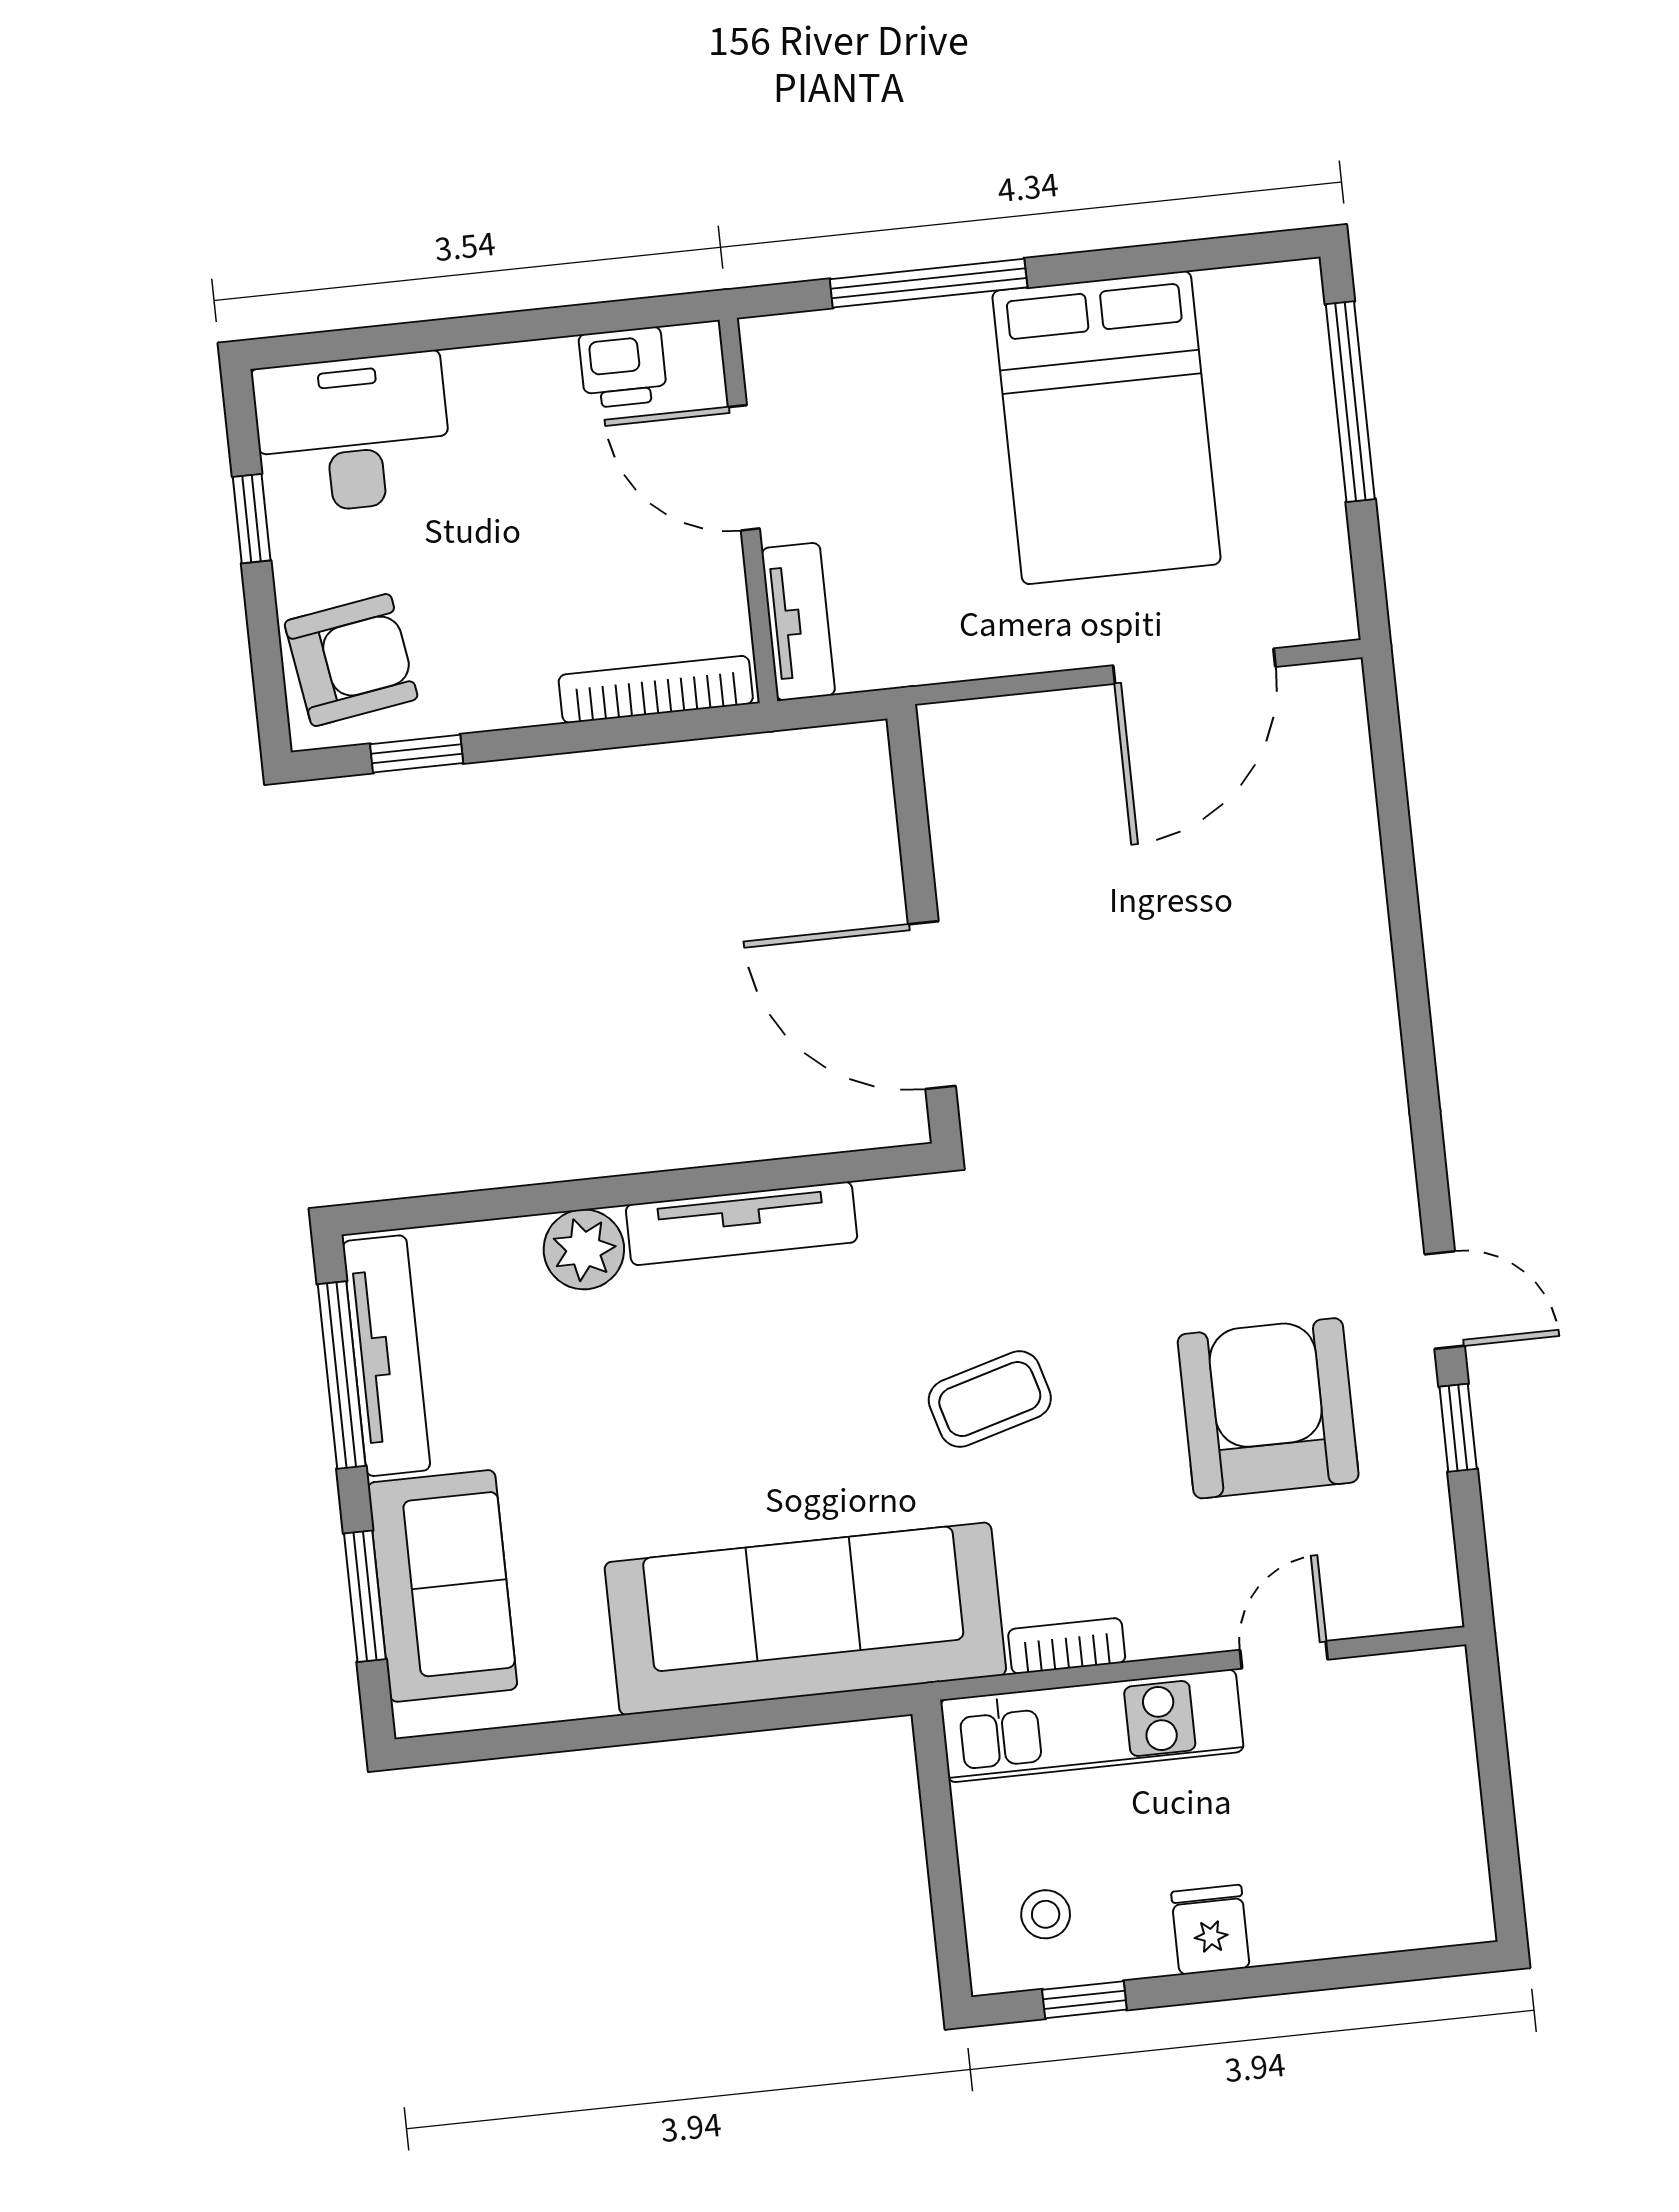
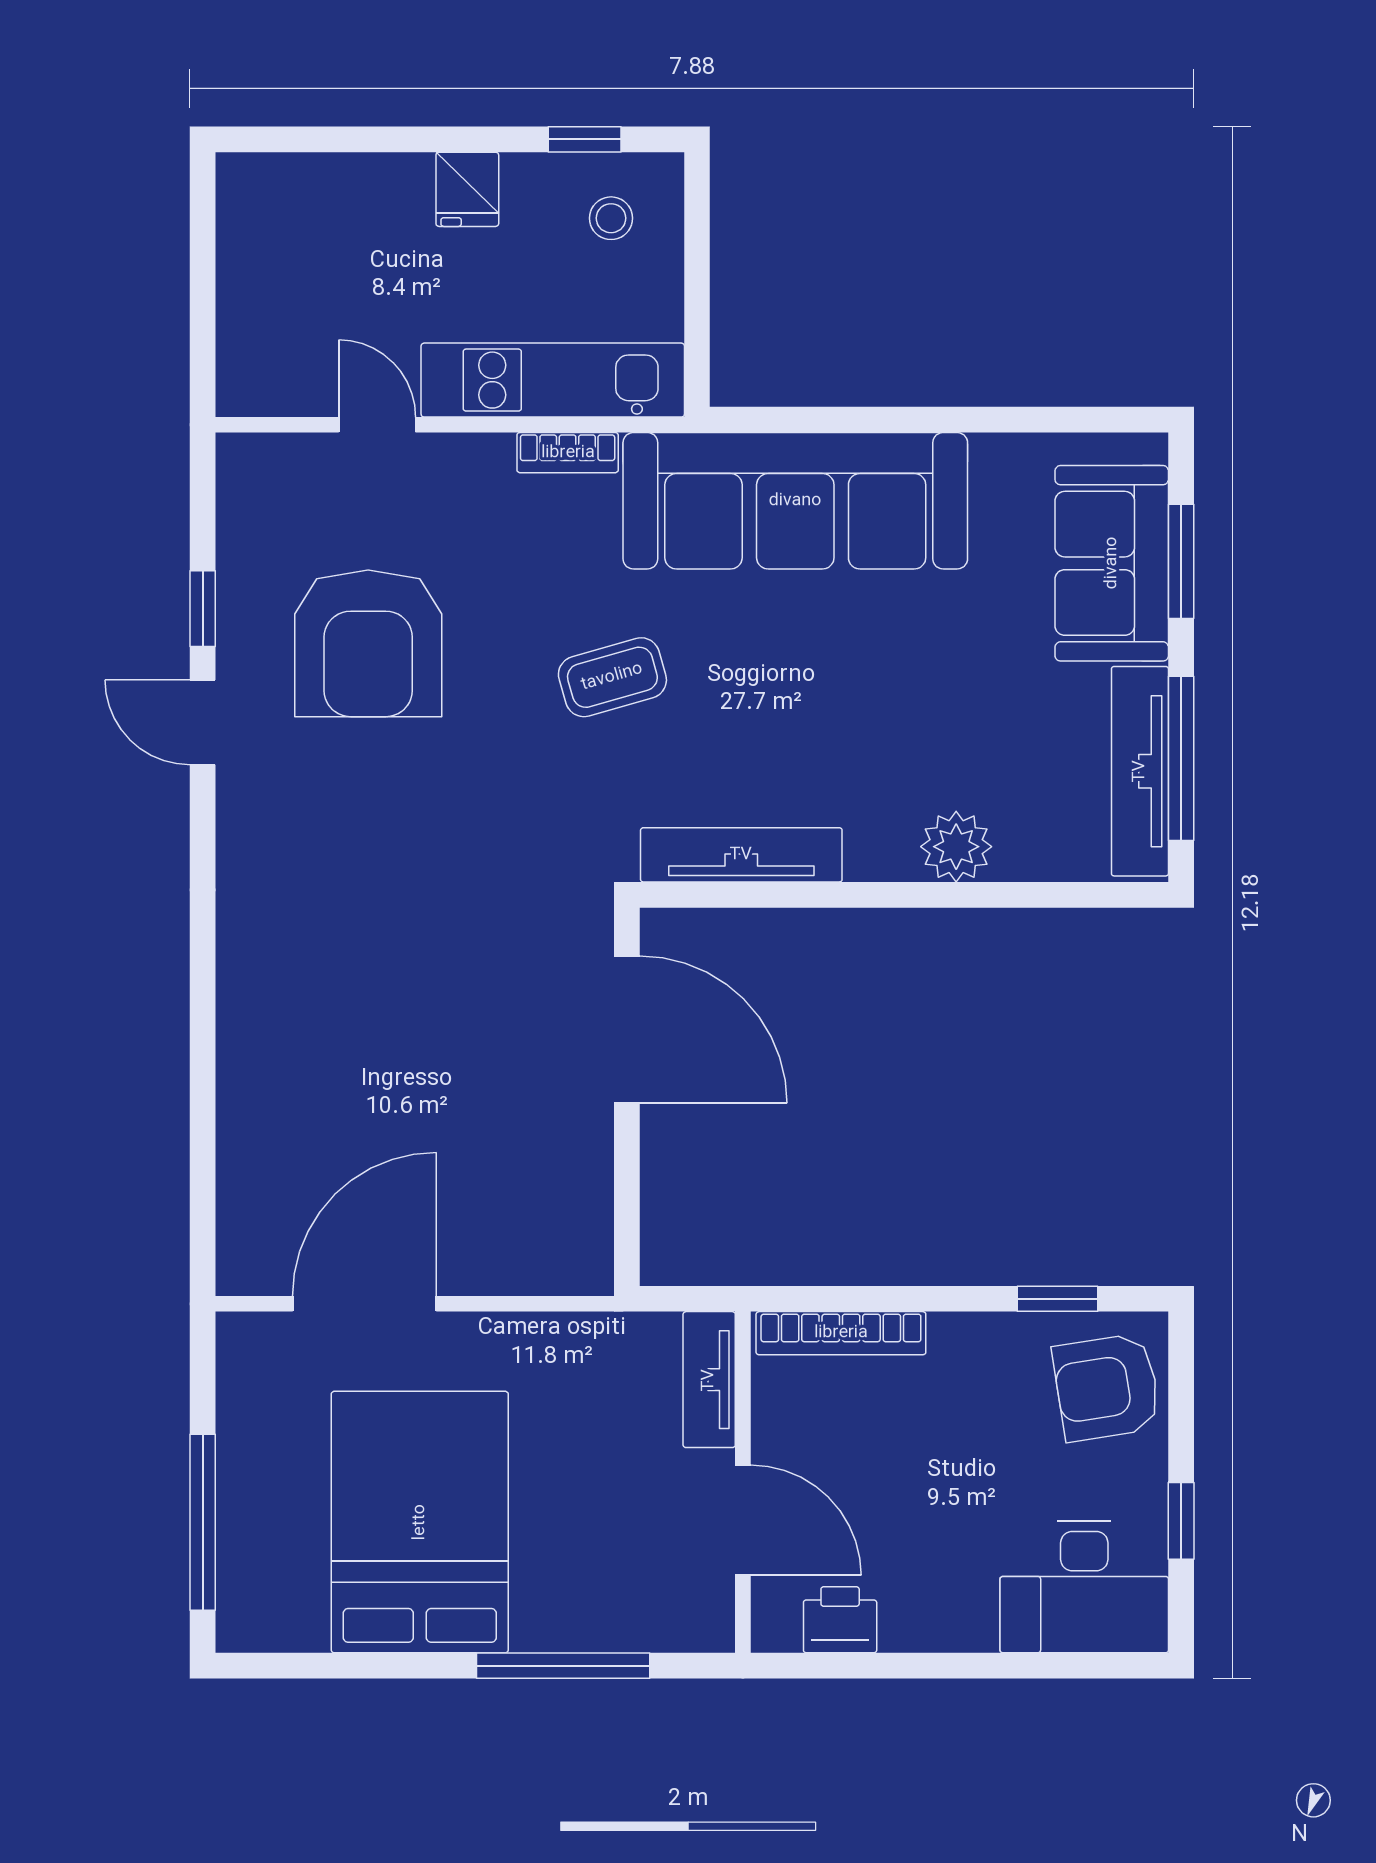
tv unit: (742, 1223) -> (741, 855), moved
door: (1284, 1655) -> (377, 425), swing flipped

